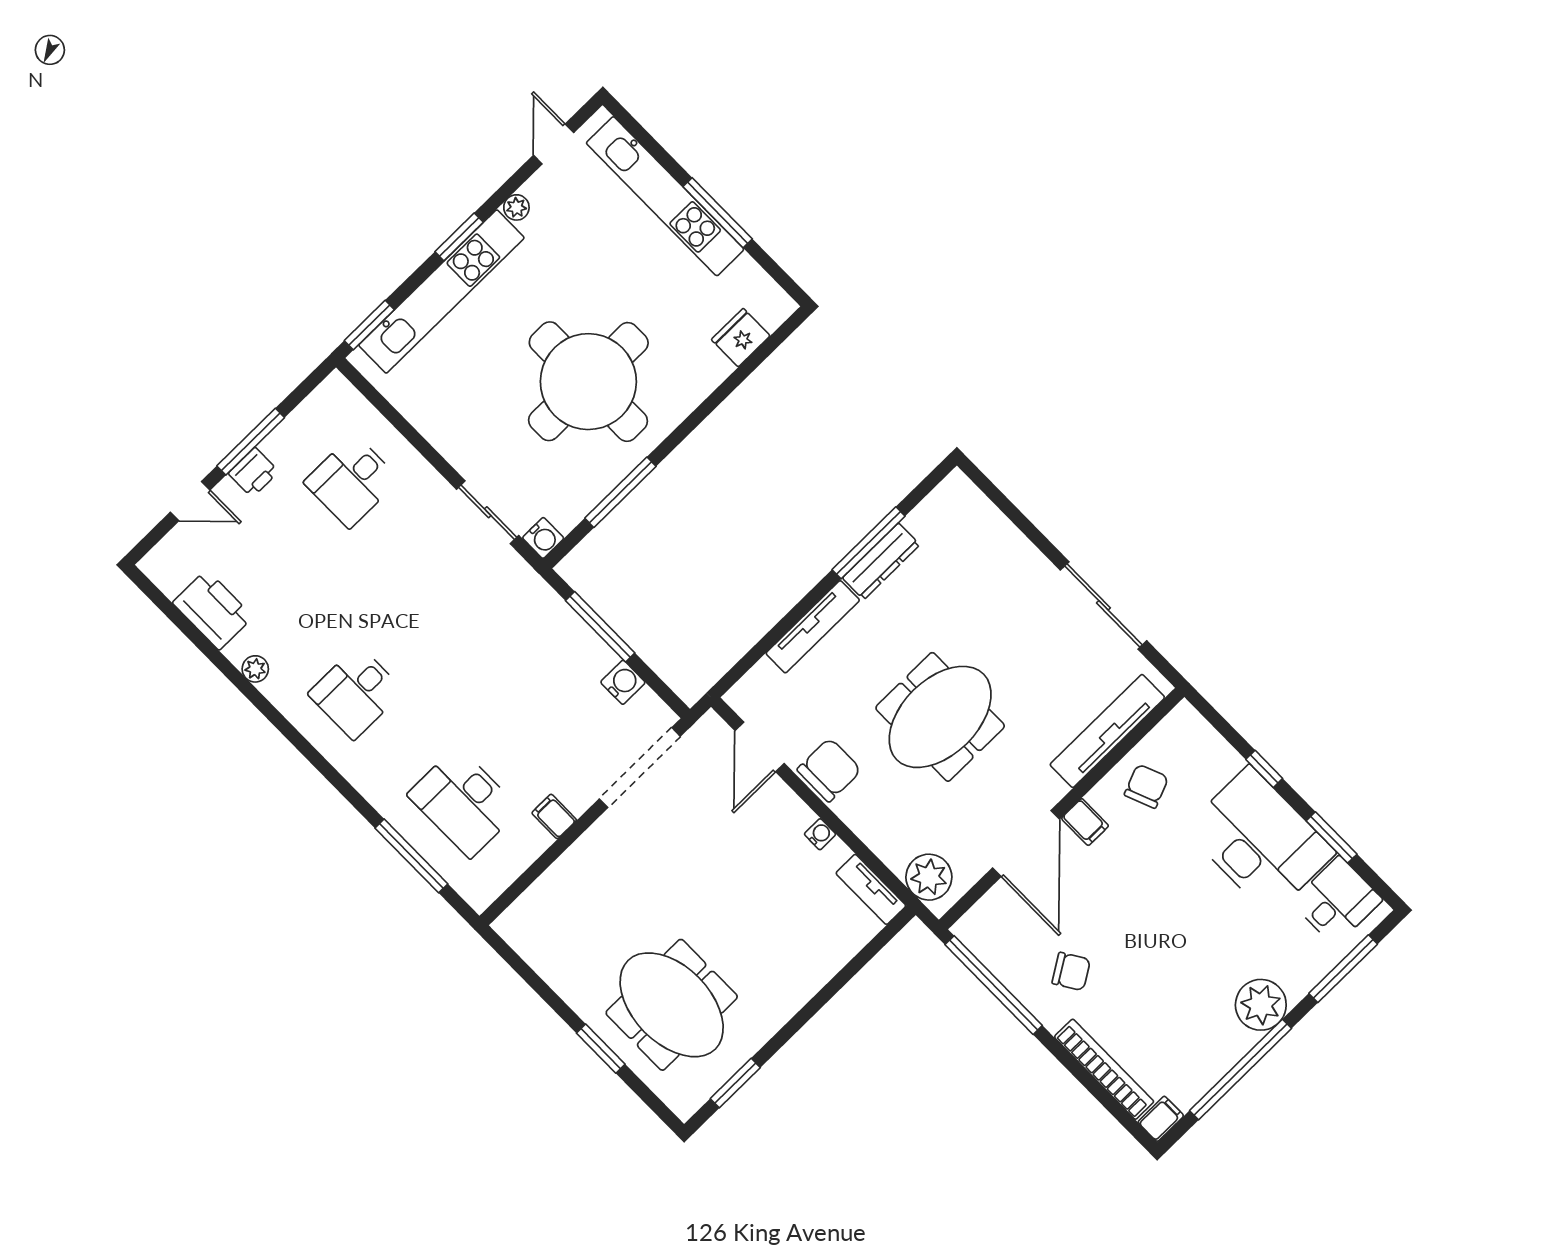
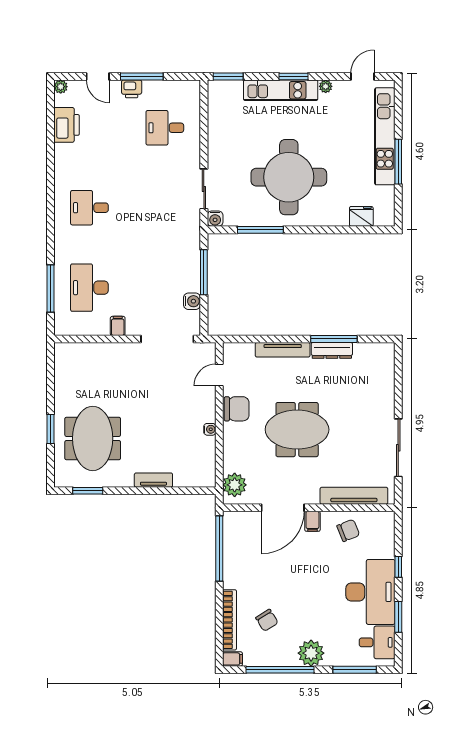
kitchen unit: (441, 292) -> (281, 90), width x0.73
plant: (255, 669) -> (61, 87), moved
door: (760, 747) -> (219, 375), width x0.73
tv unit: (871, 889) -> (153, 480), moved, turned 90
chair: (1071, 971) -> (267, 620), moved

